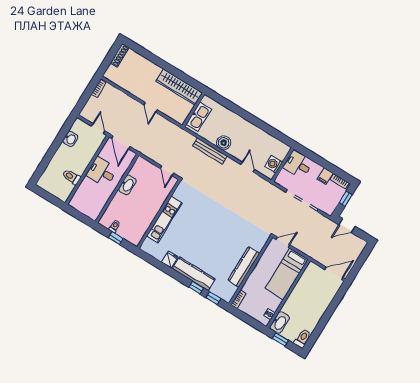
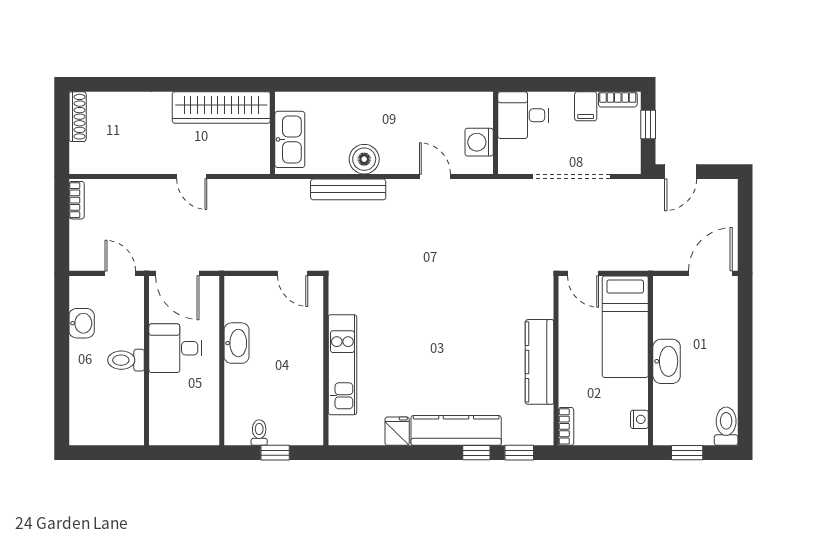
toilet: (71, 177) -> (126, 360), moved
door: (283, 242) -> (583, 273), swing flipped
washbasin: (280, 323) -> (667, 361), moved

